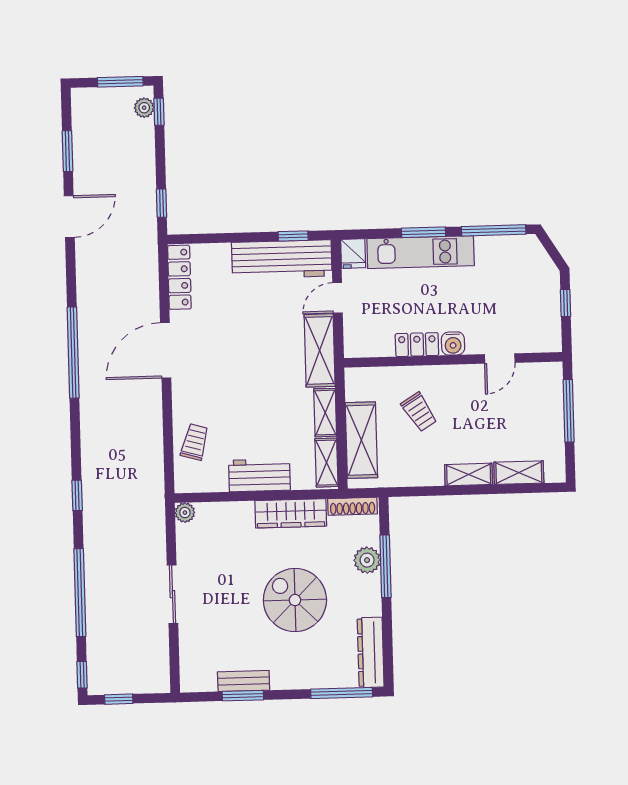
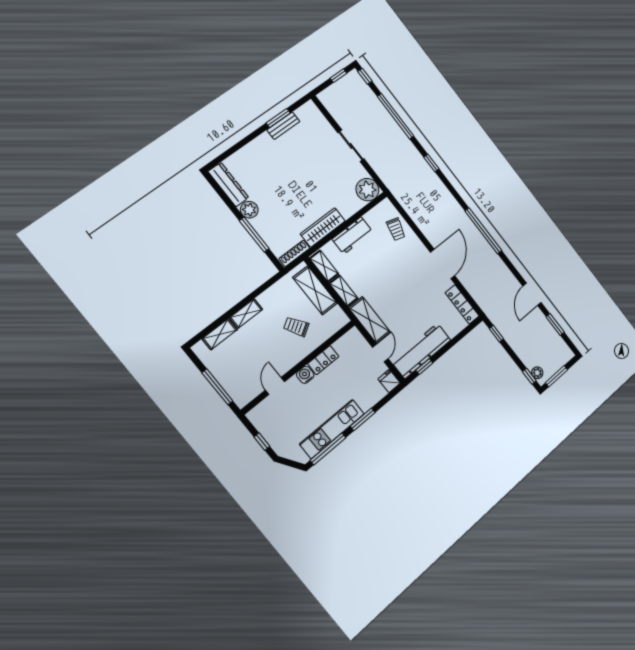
kitchen unit: (421, 252) -> (332, 429), moved
plant: (185, 513) -> (367, 190), width x1.88, depth x1.88
plant: (367, 560) -> (249, 210), moved
spiral stairs: (295, 600) -> (288, 185), removed
window: (342, 693) -> (228, 153), removed

